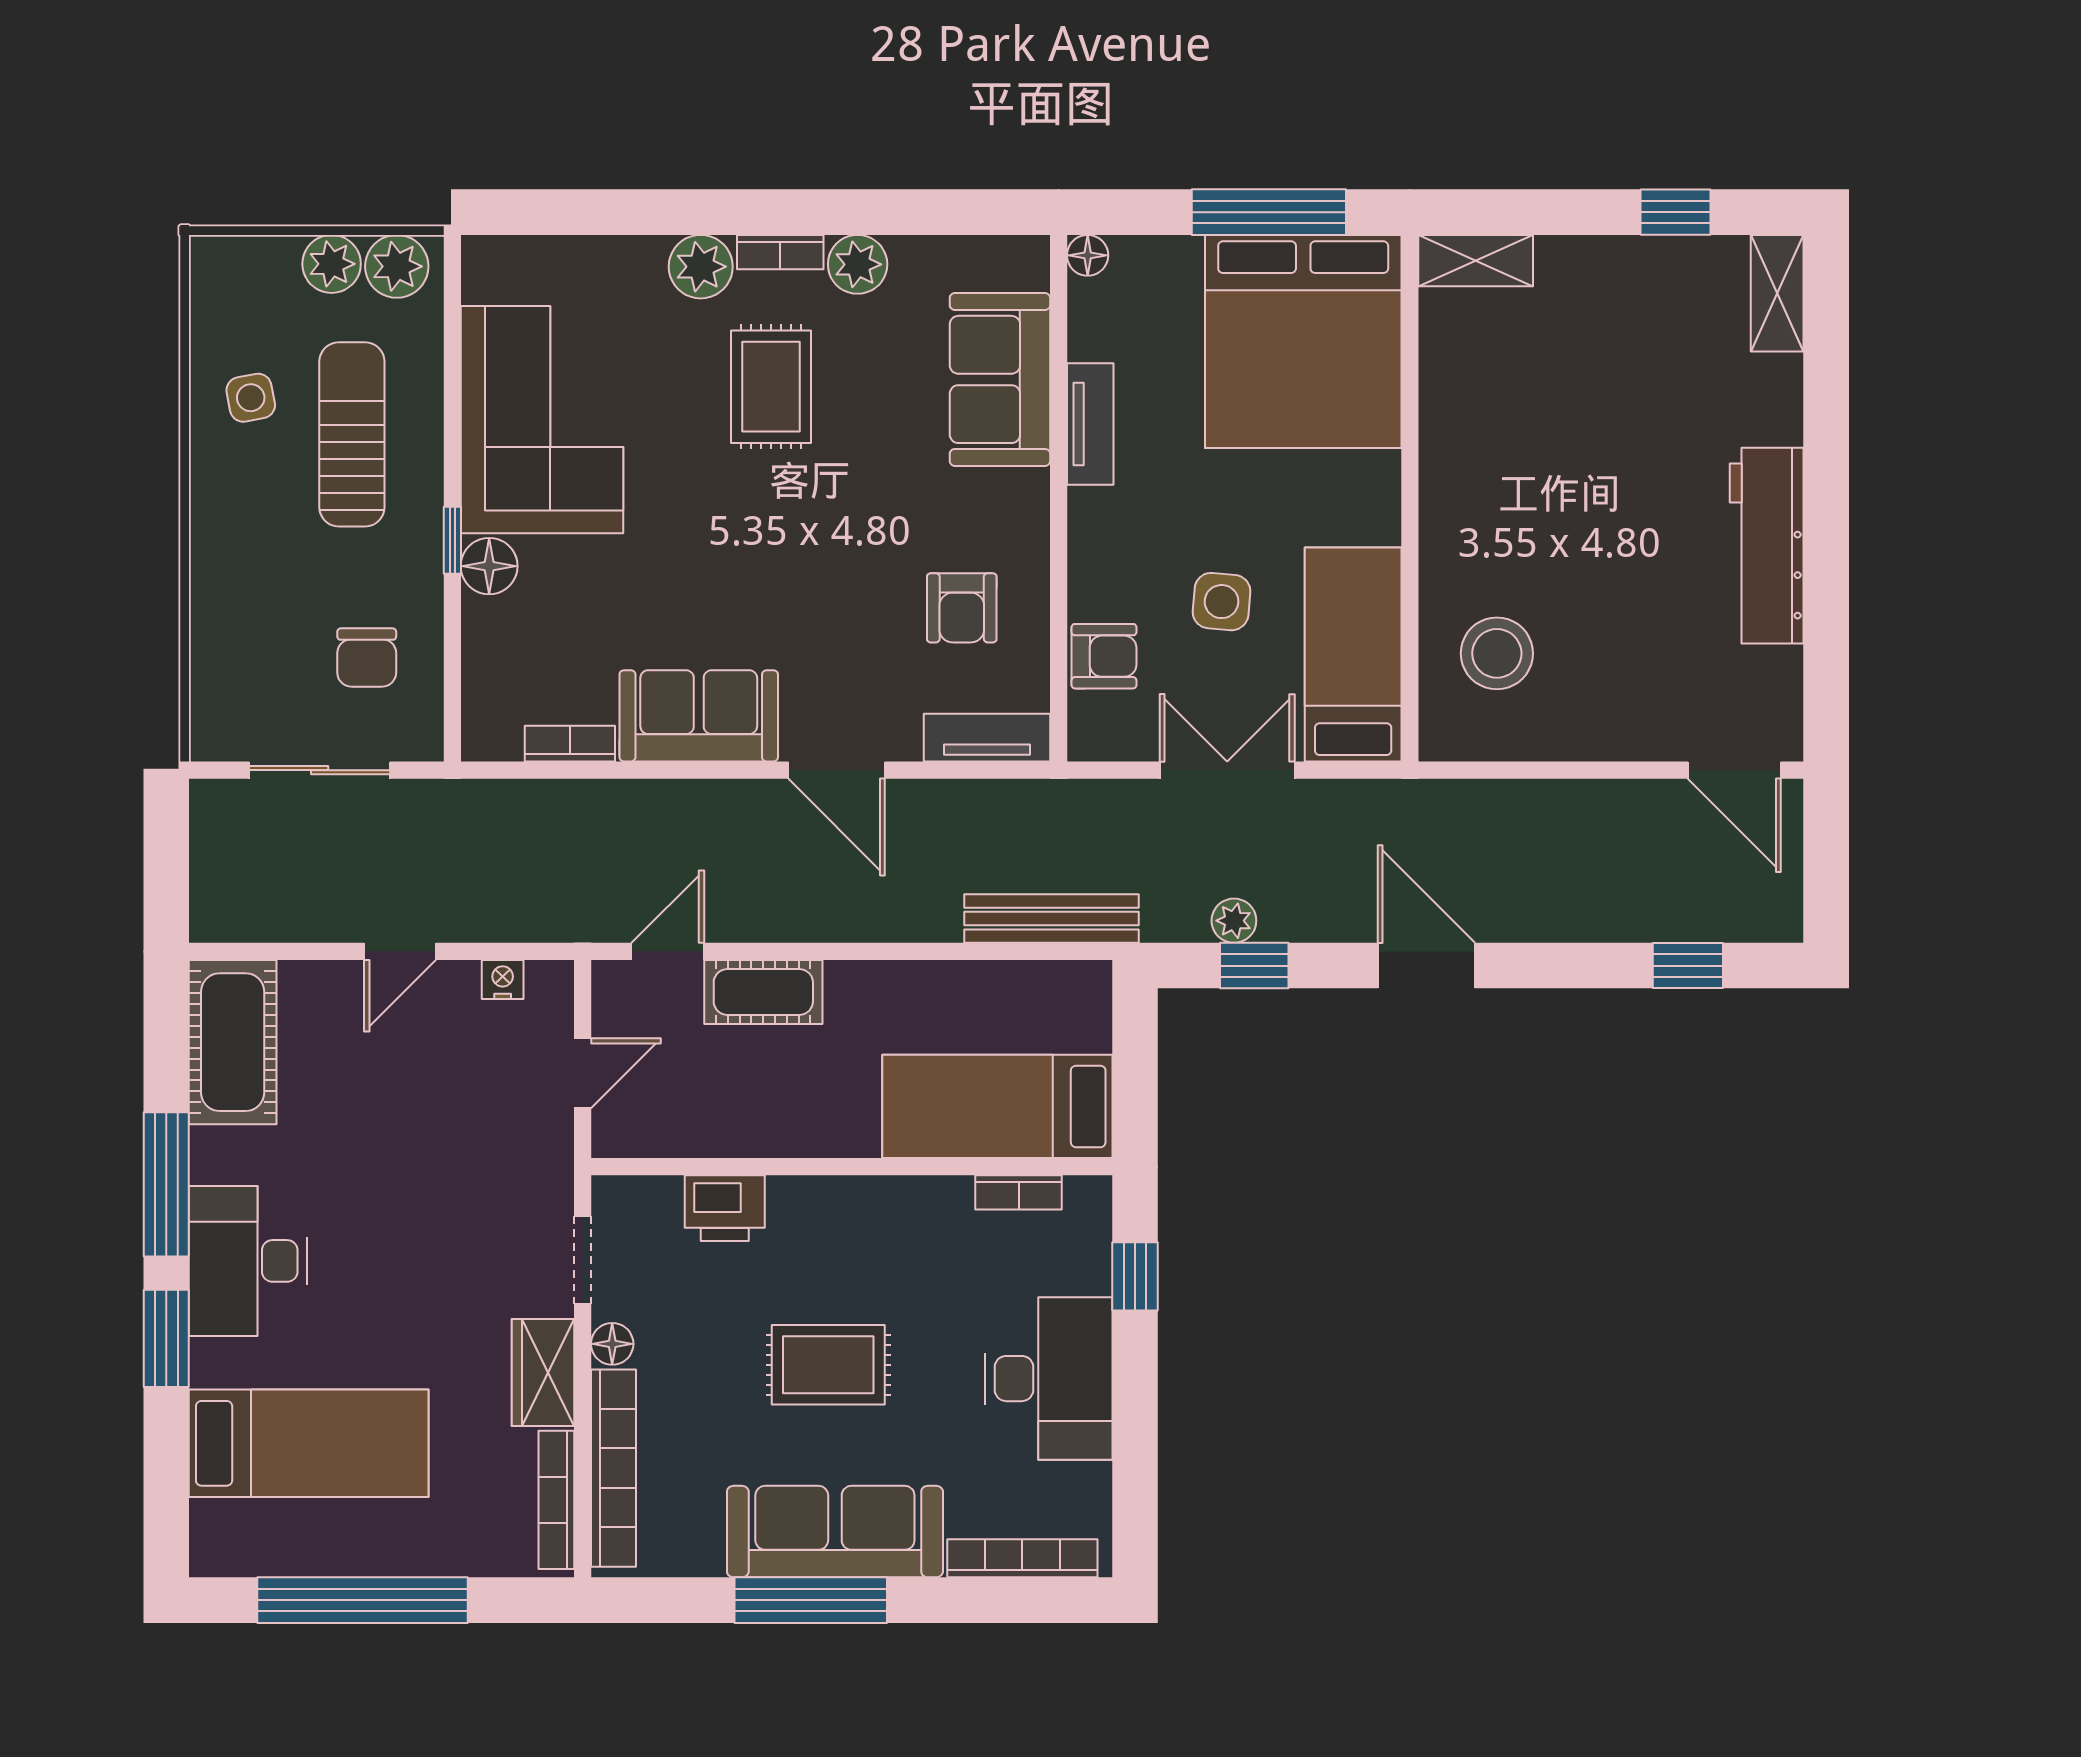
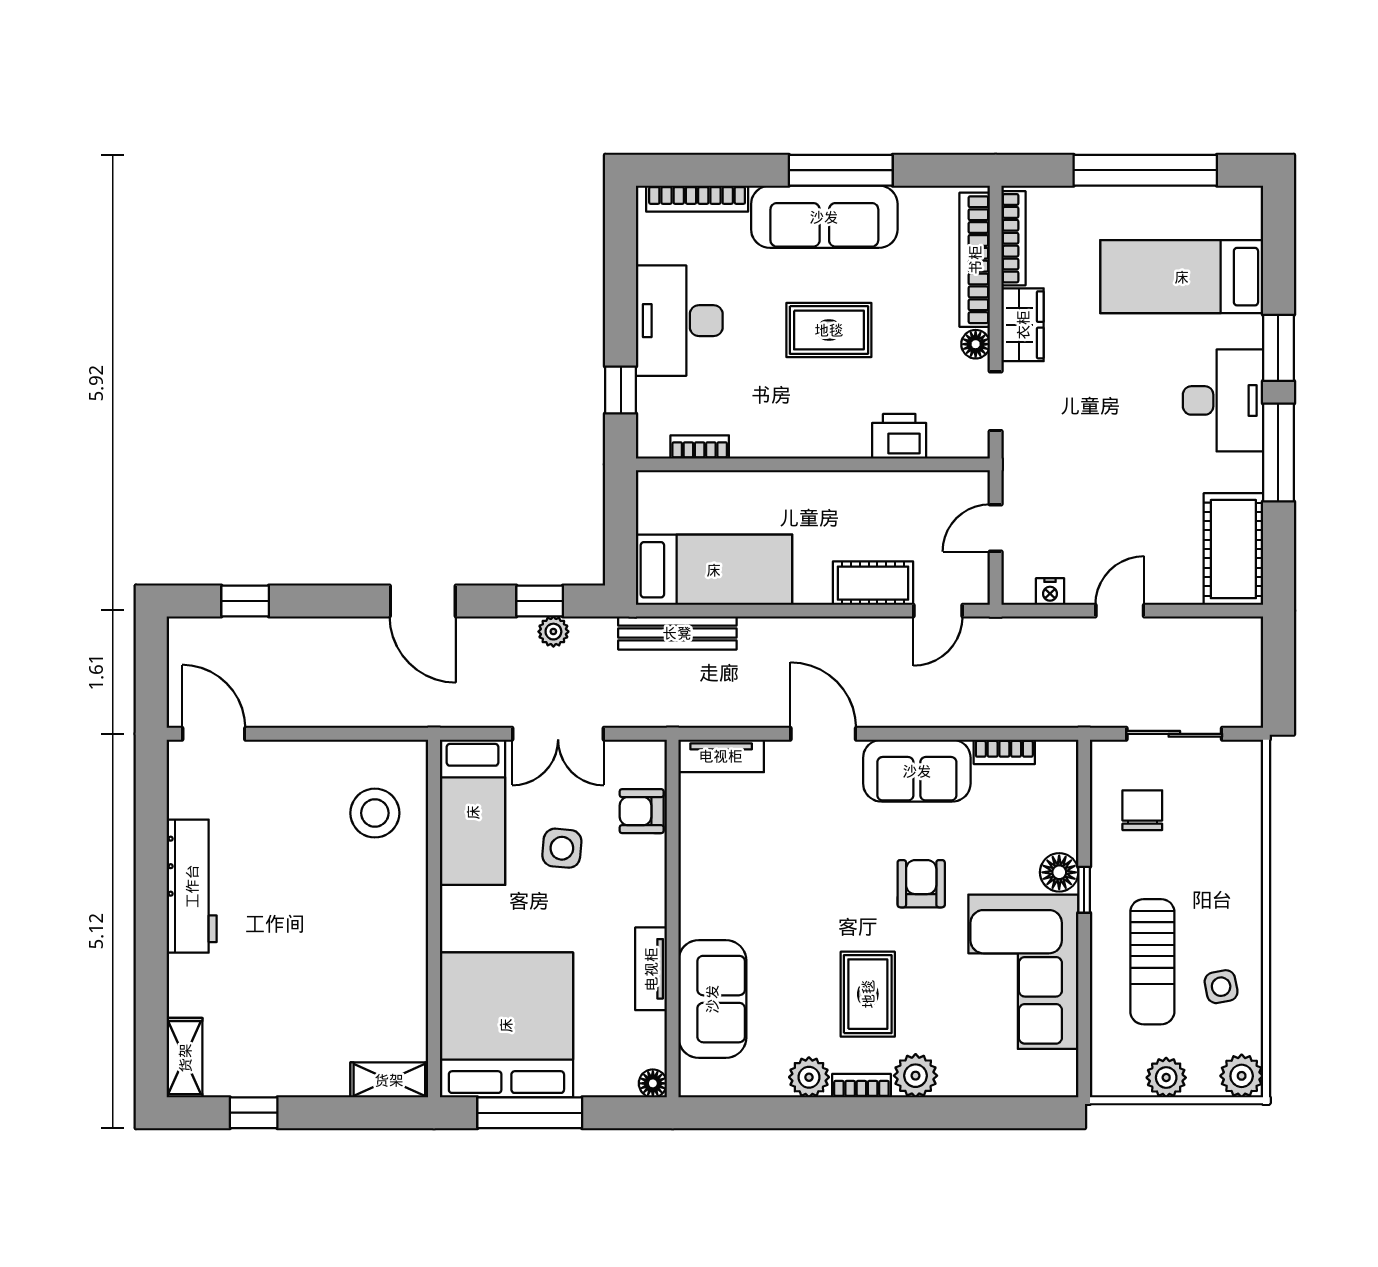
plant: (397, 266) -> (1242, 1076), moved
armchair: (962, 608) -> (921, 884), moved
bed: (997, 1106) -> (714, 570), moved

